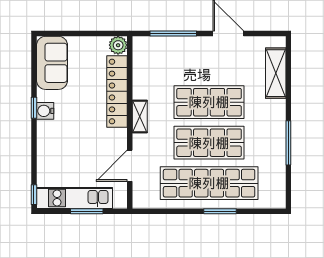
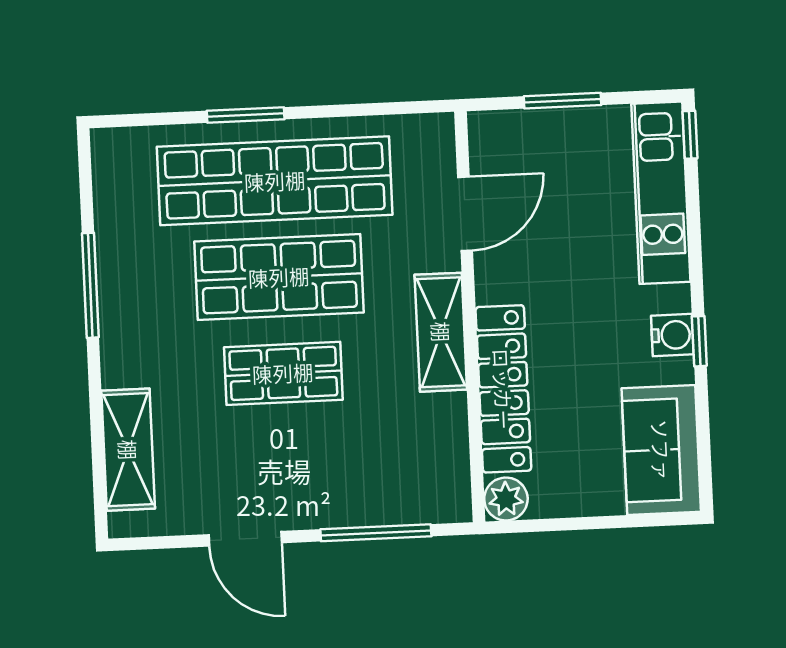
shop shelf: (209, 102) -> (283, 373), width x0.70, depth x0.74
shelving: (140, 116) -> (441, 332), width x1.50, depth x1.33
kitchen unit: (74, 198) -> (661, 193), moved, turned 90

